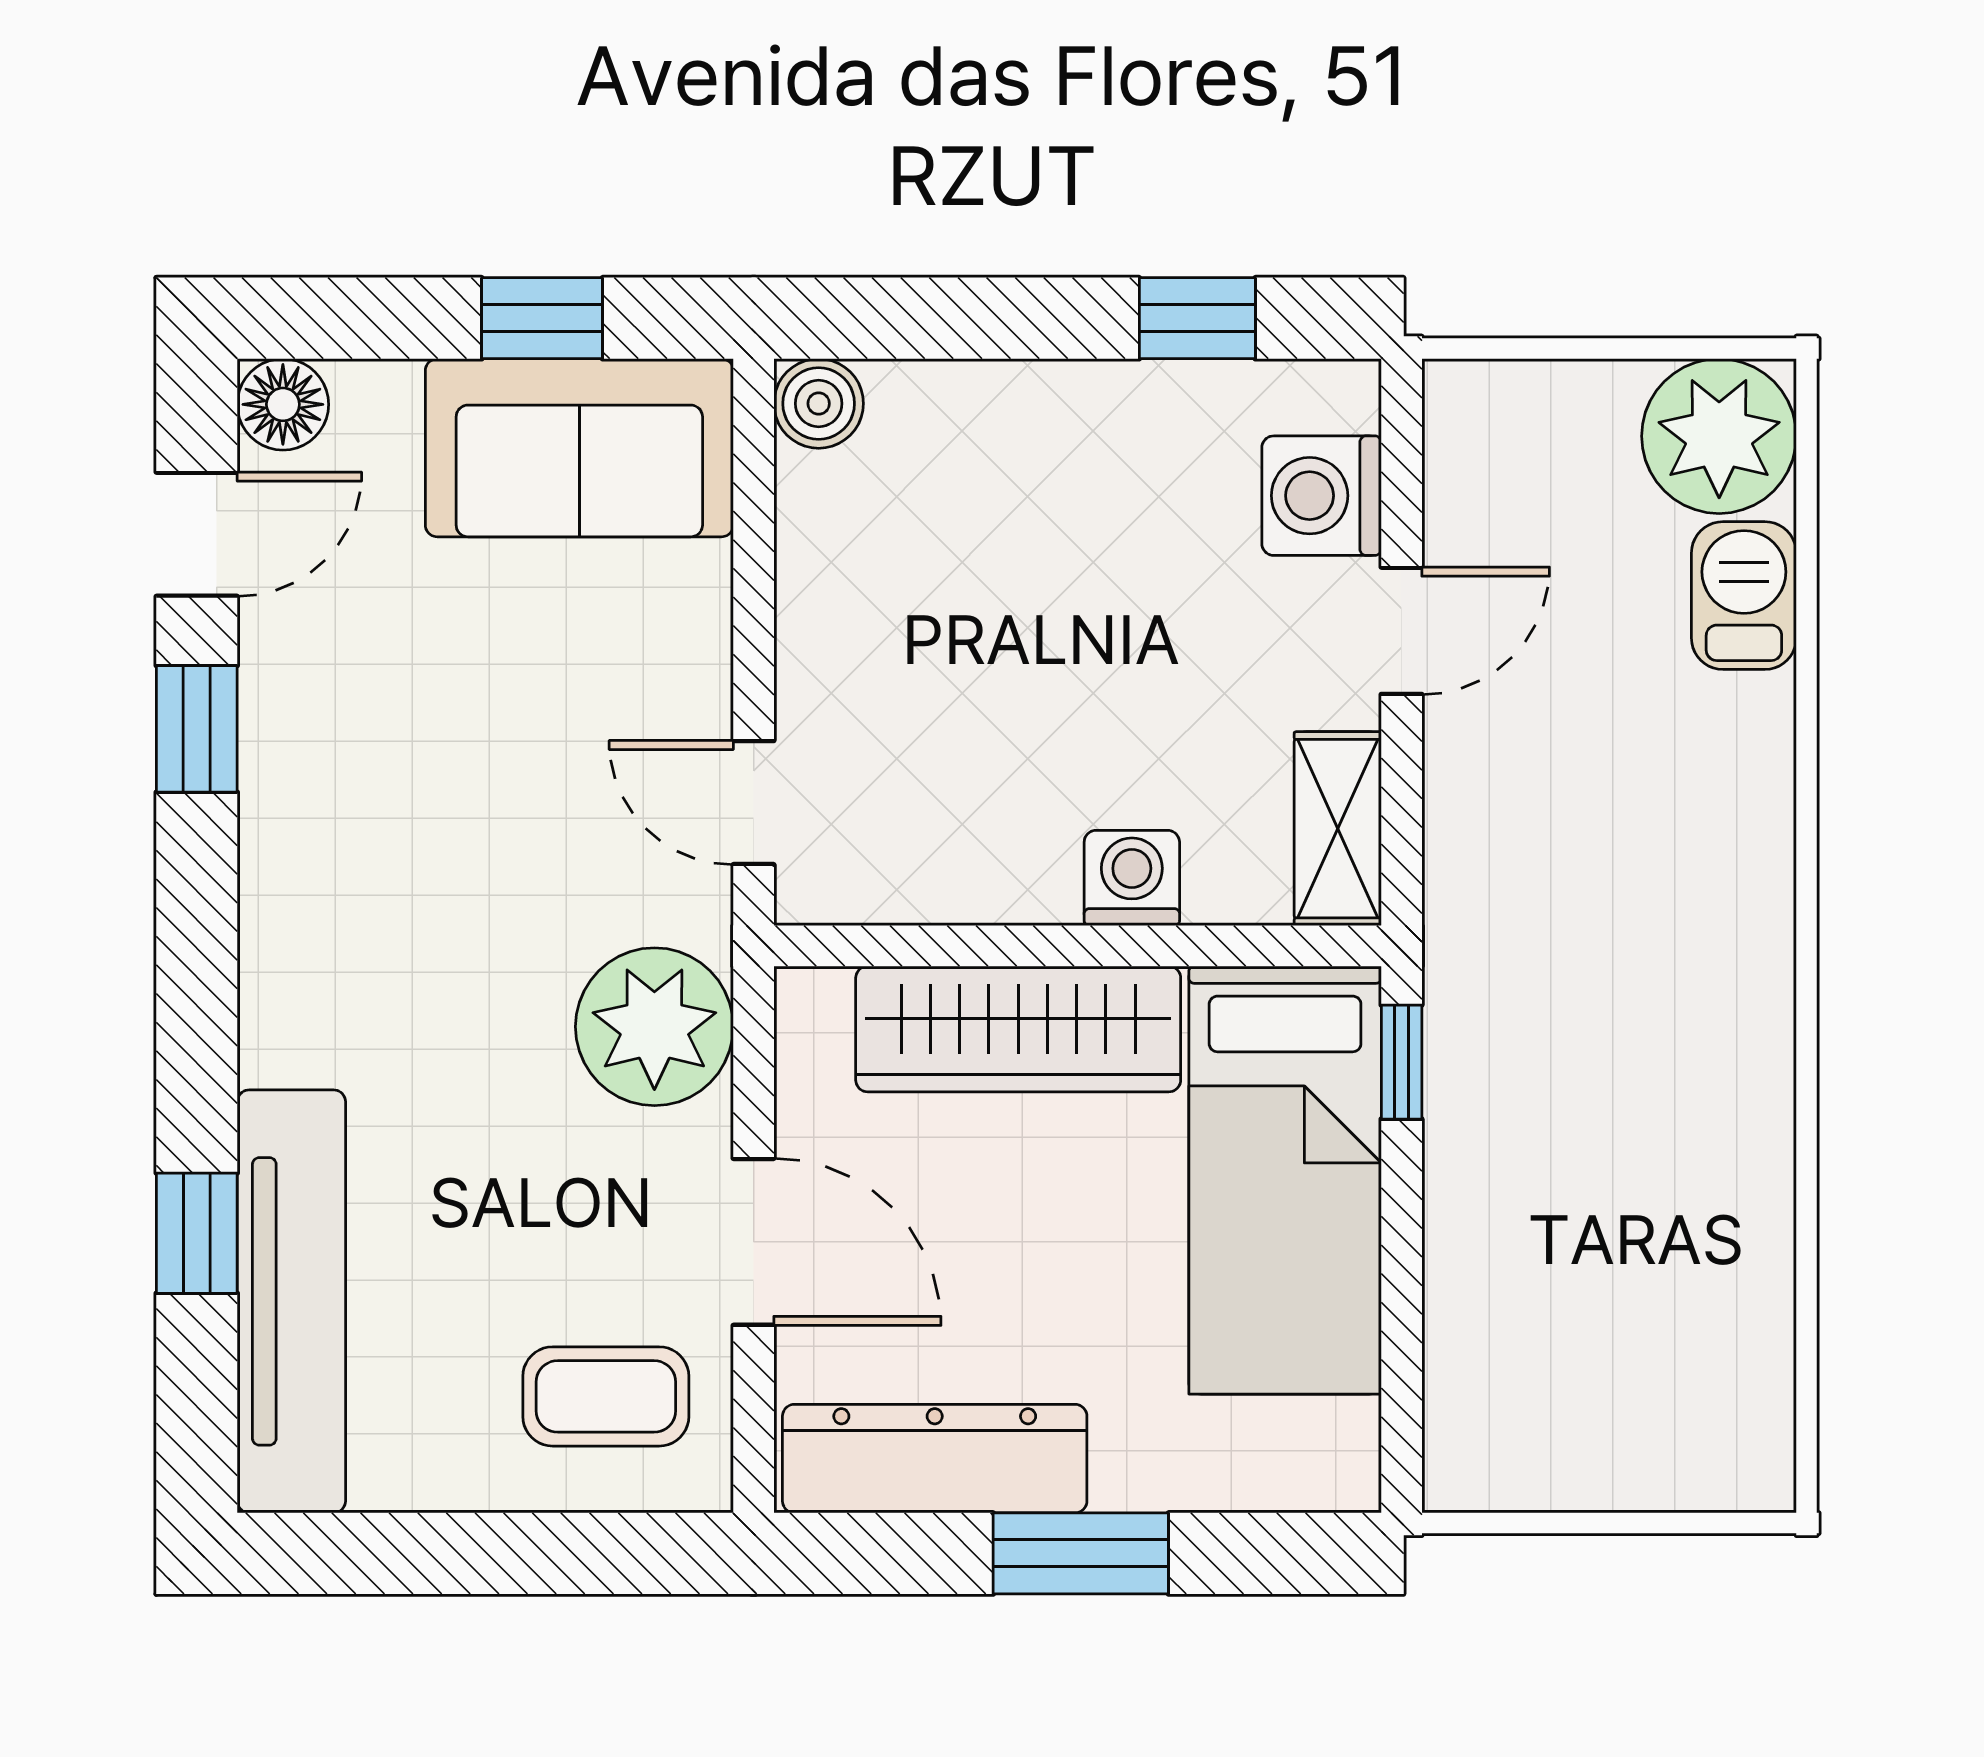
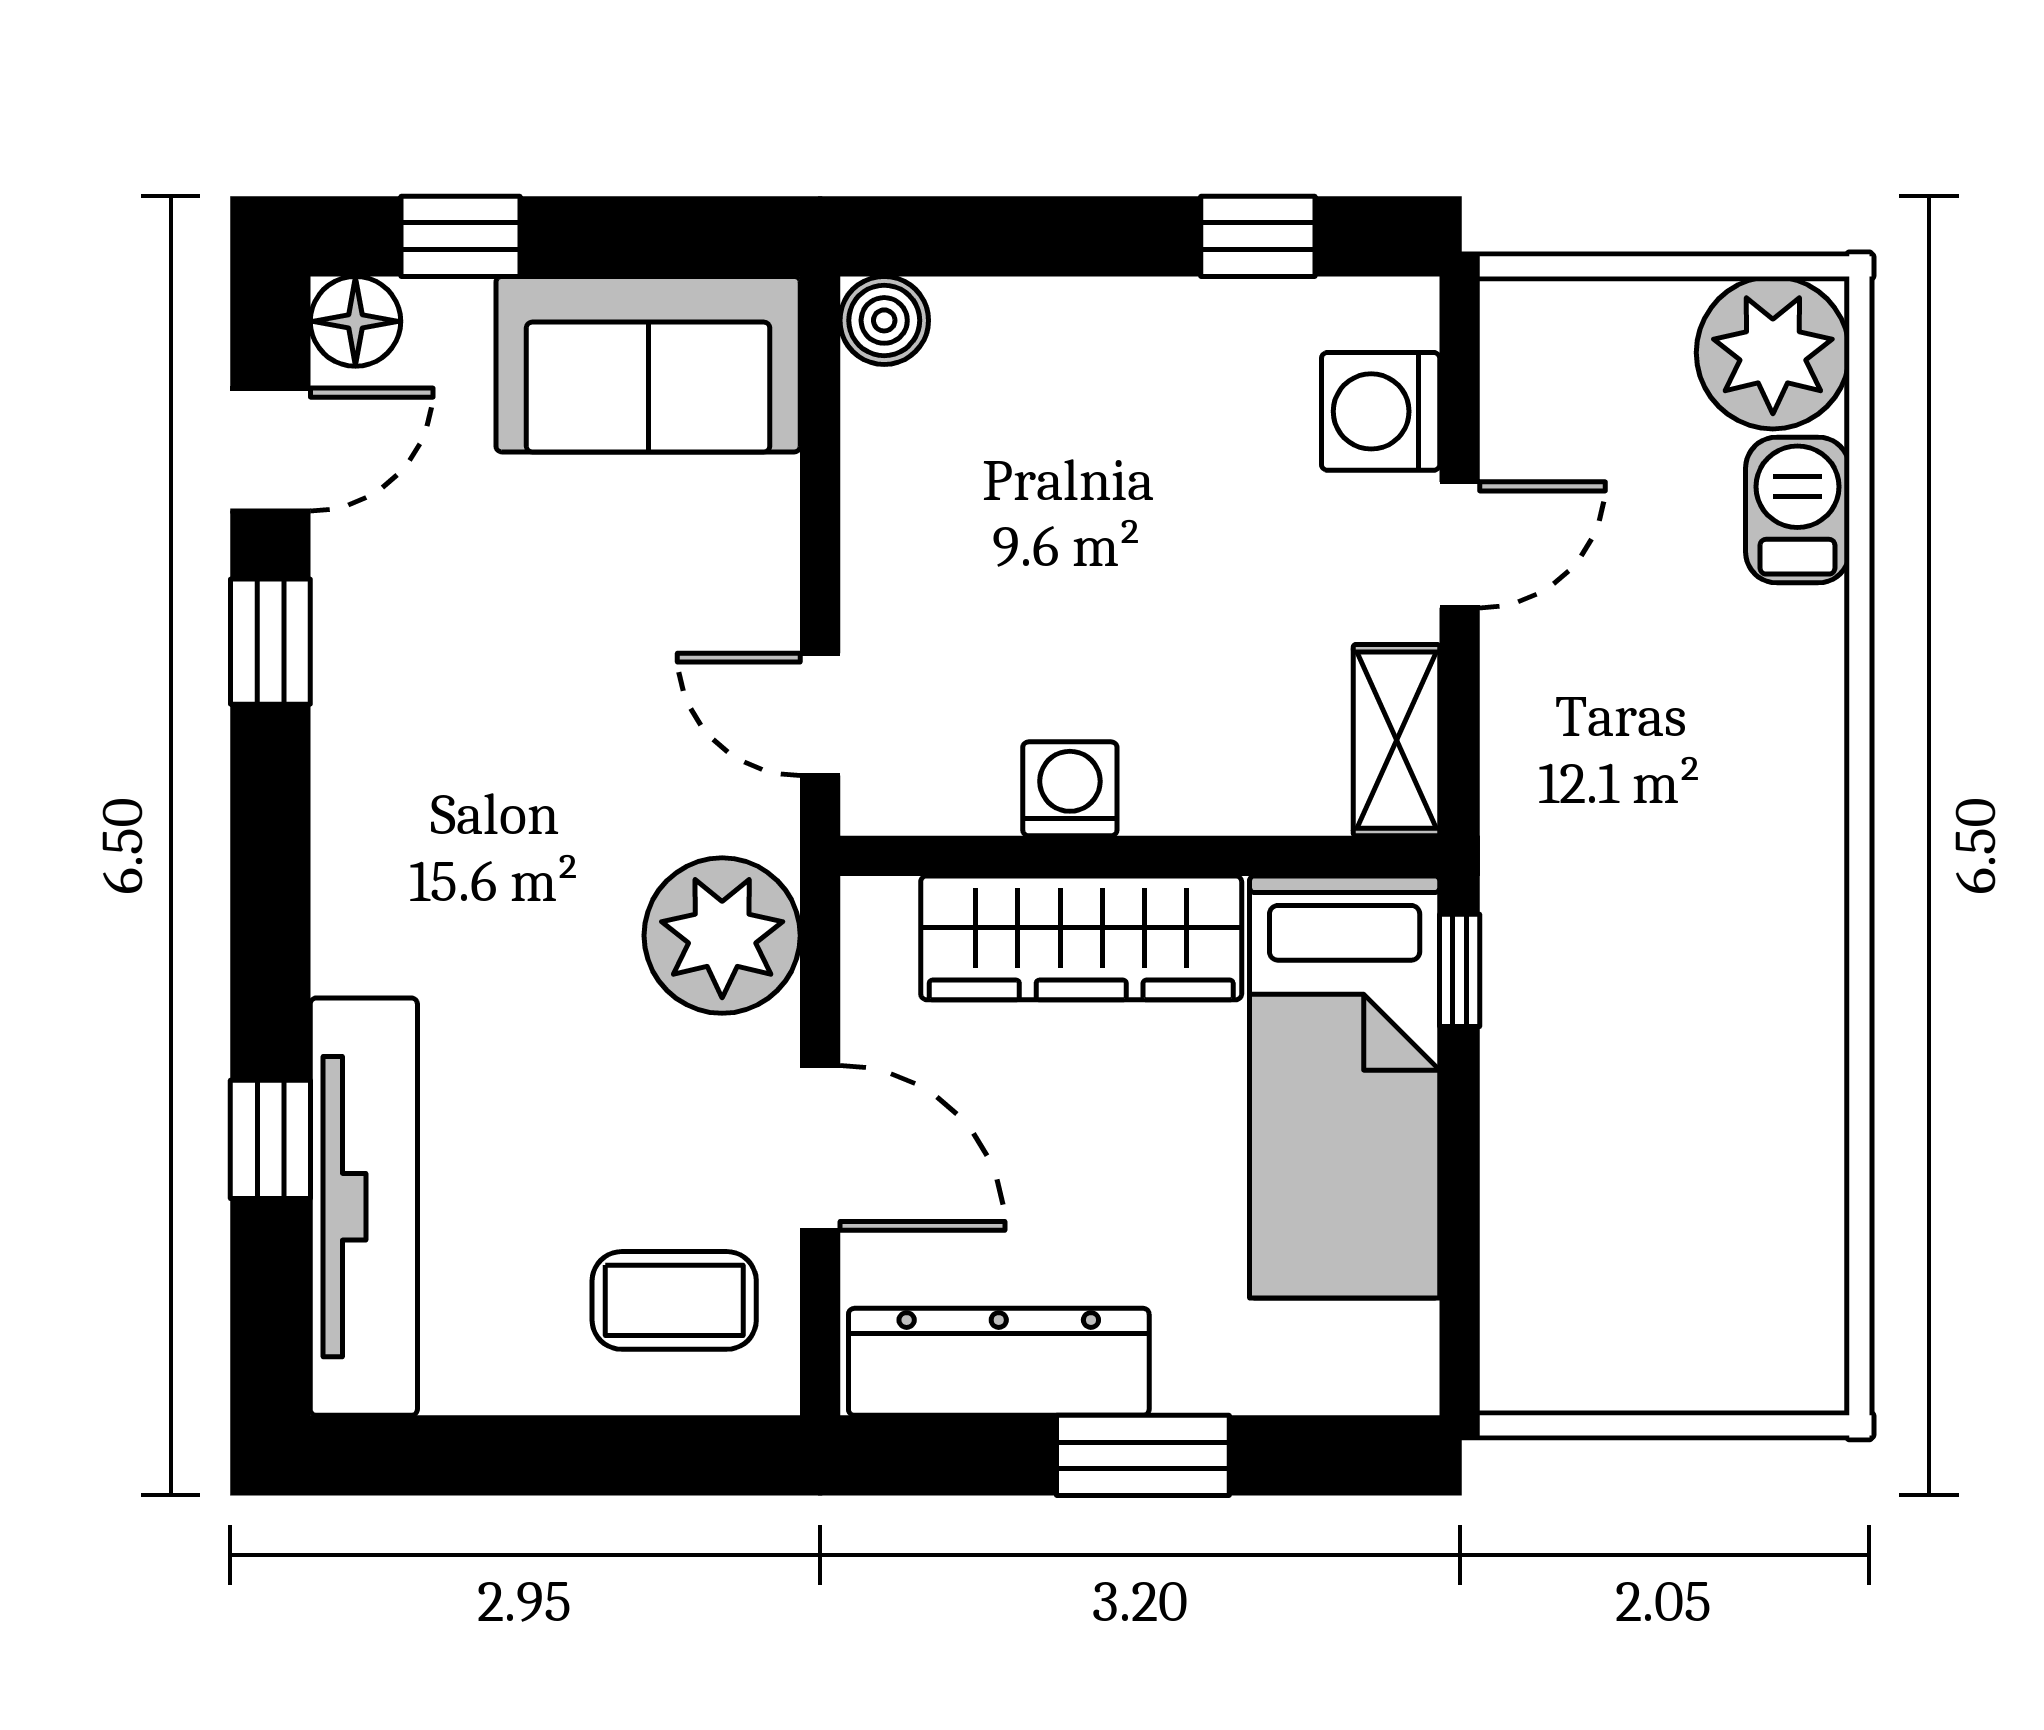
window: (542, 318) -> (460, 236), moved
washing machine: (1132, 878) -> (1070, 789), moved

